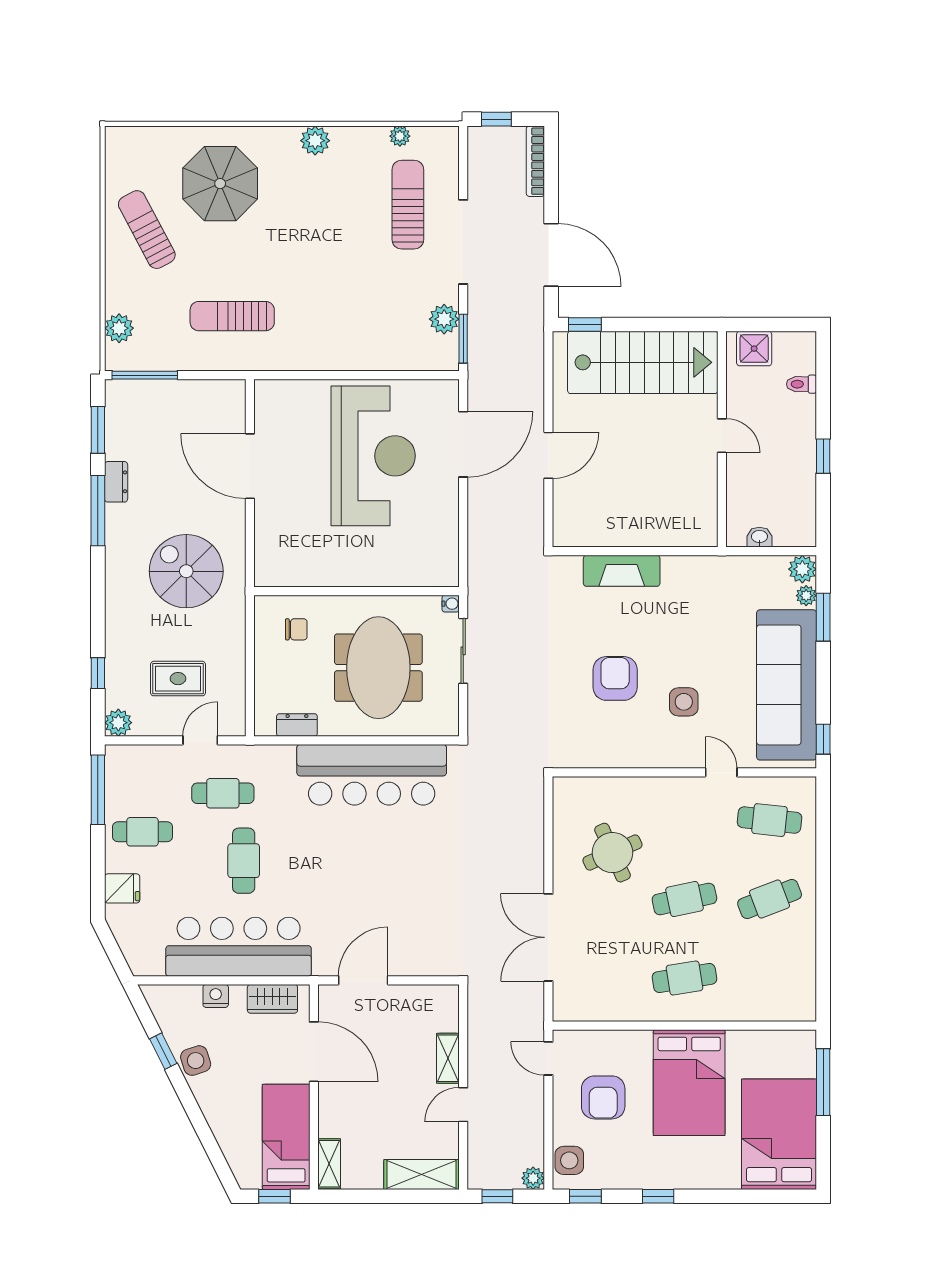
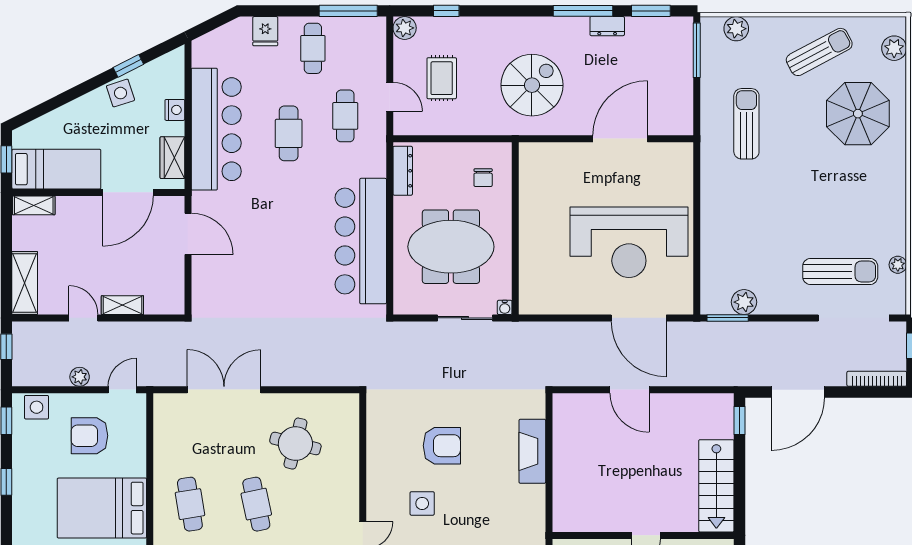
plant: (315, 141) -> (894, 48), moved
doorway: (463, 242) -> (854, 318), moved
stairs: (643, 362) -> (716, 486), width x0.73, depth x0.66
dresser: (297, 725) -> (403, 171), width x1.44
round table: (612, 853) -> (295, 444), turned 38
cafe table: (244, 861) -> (289, 133), turned 90
plant: (533, 1178) -> (80, 377), moved

